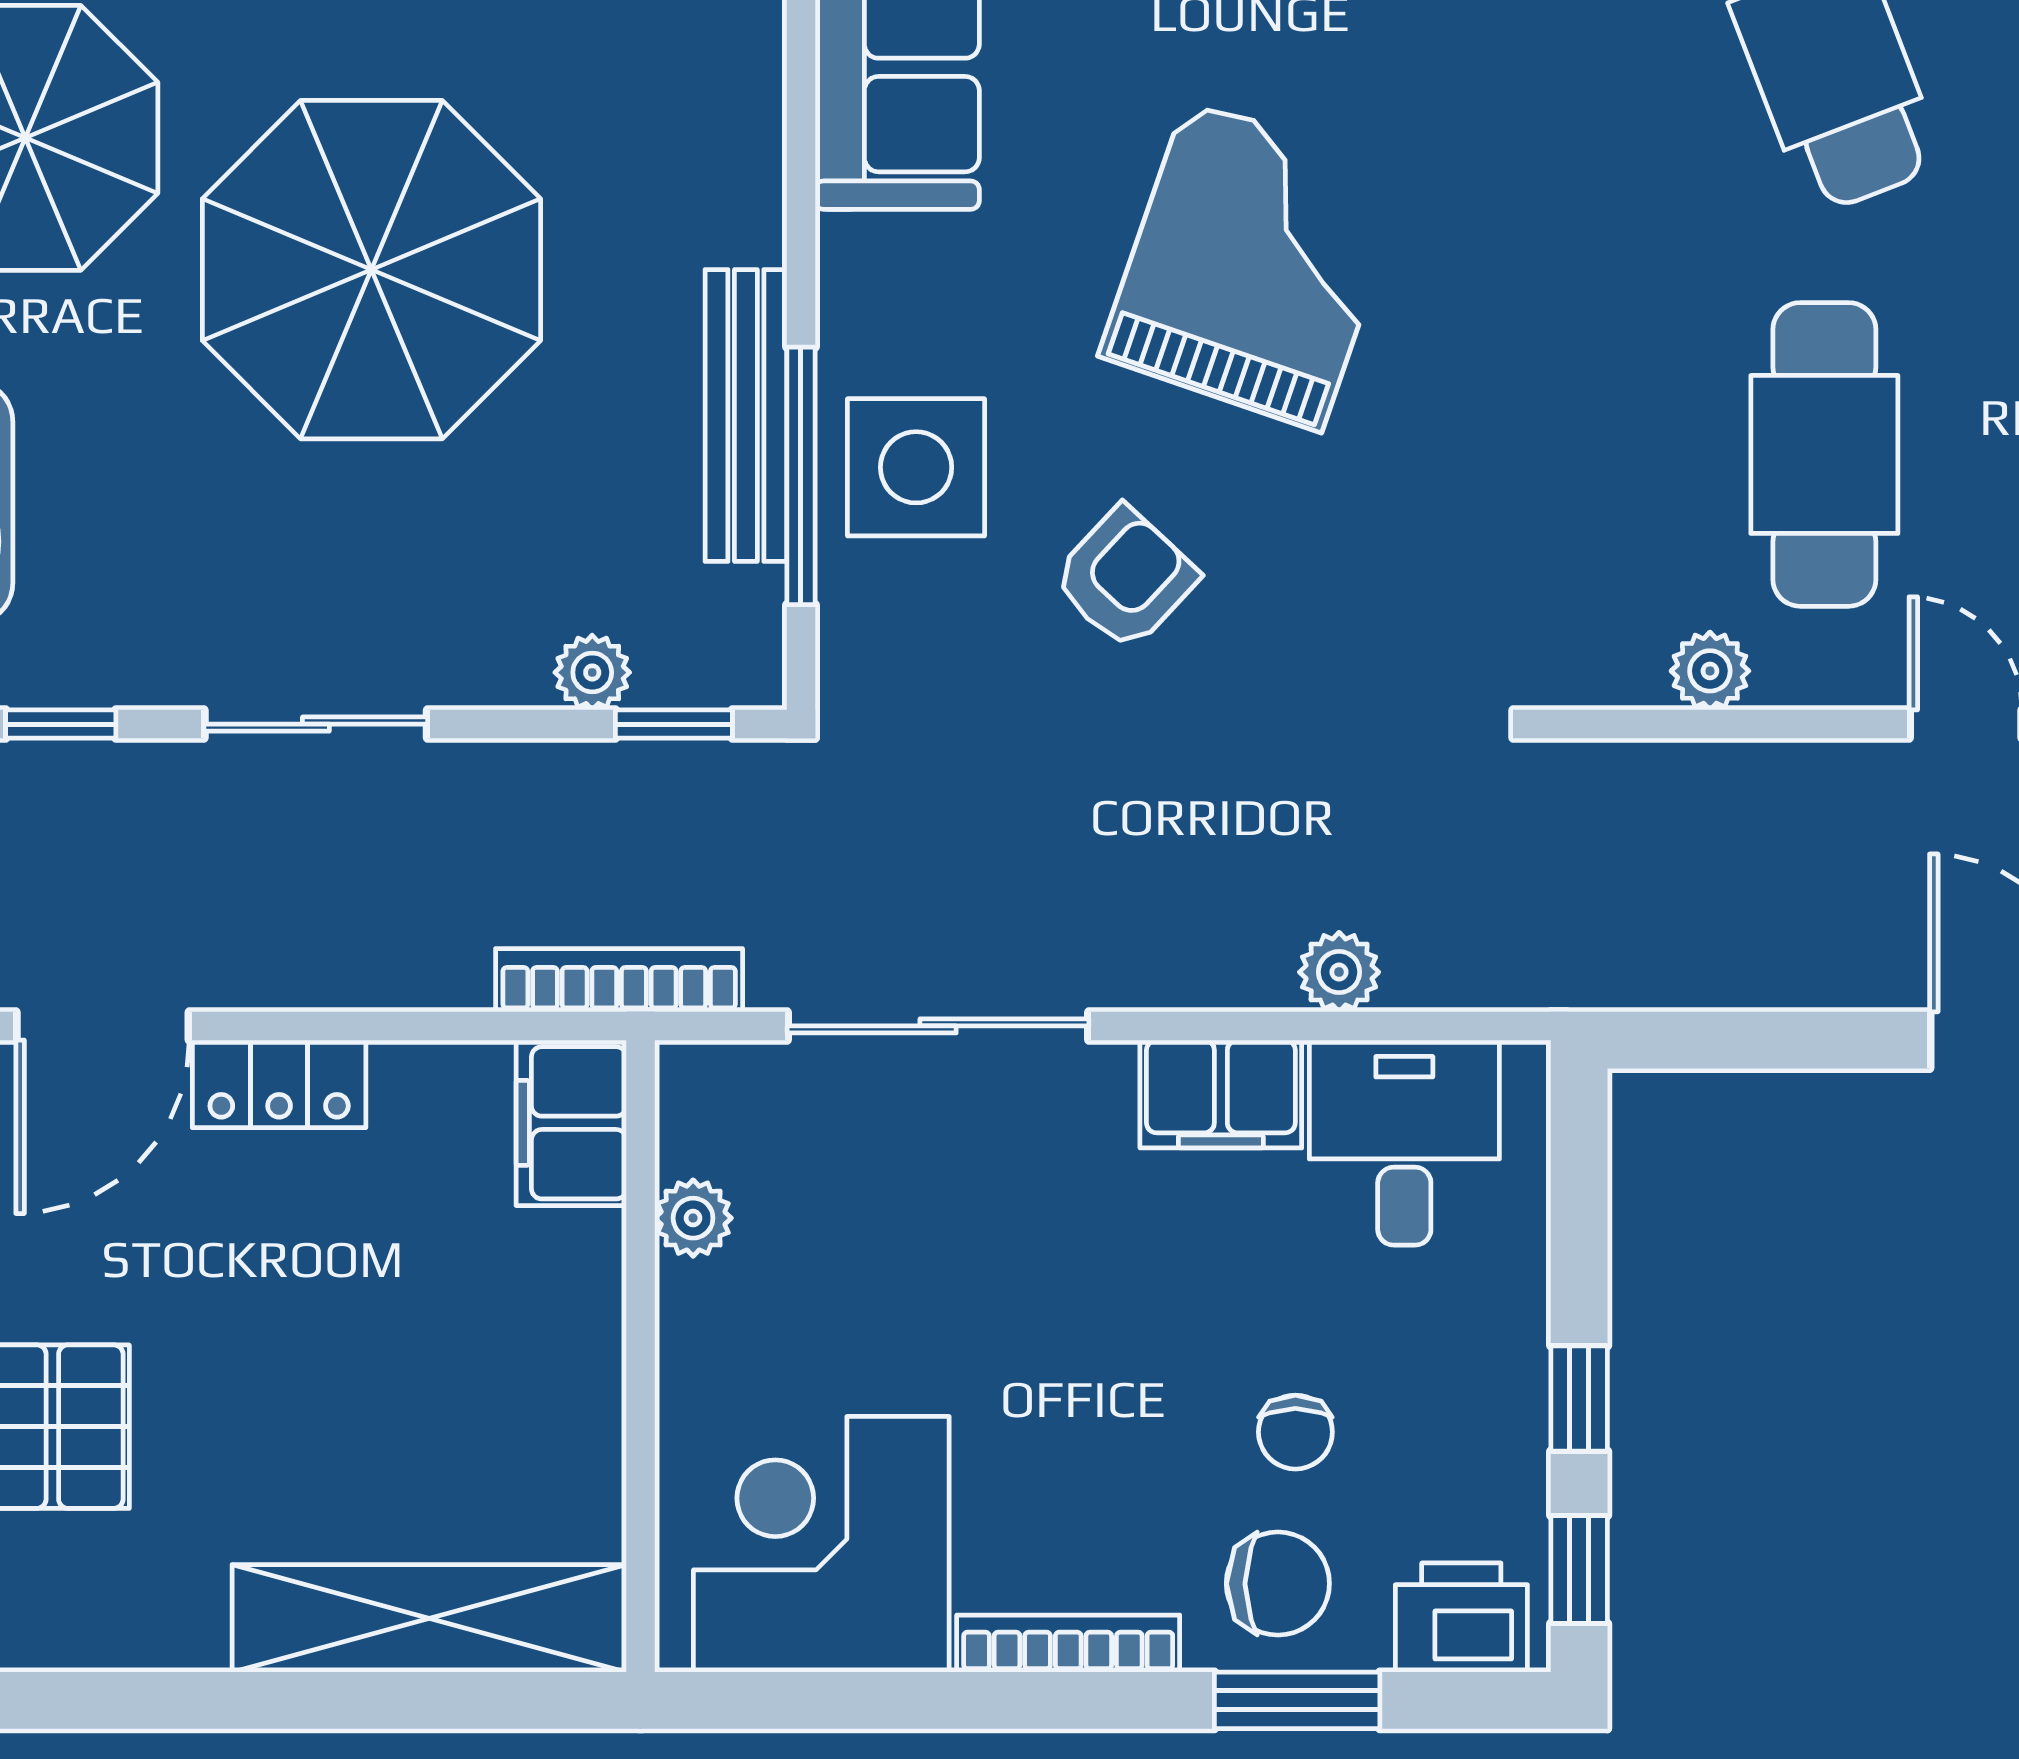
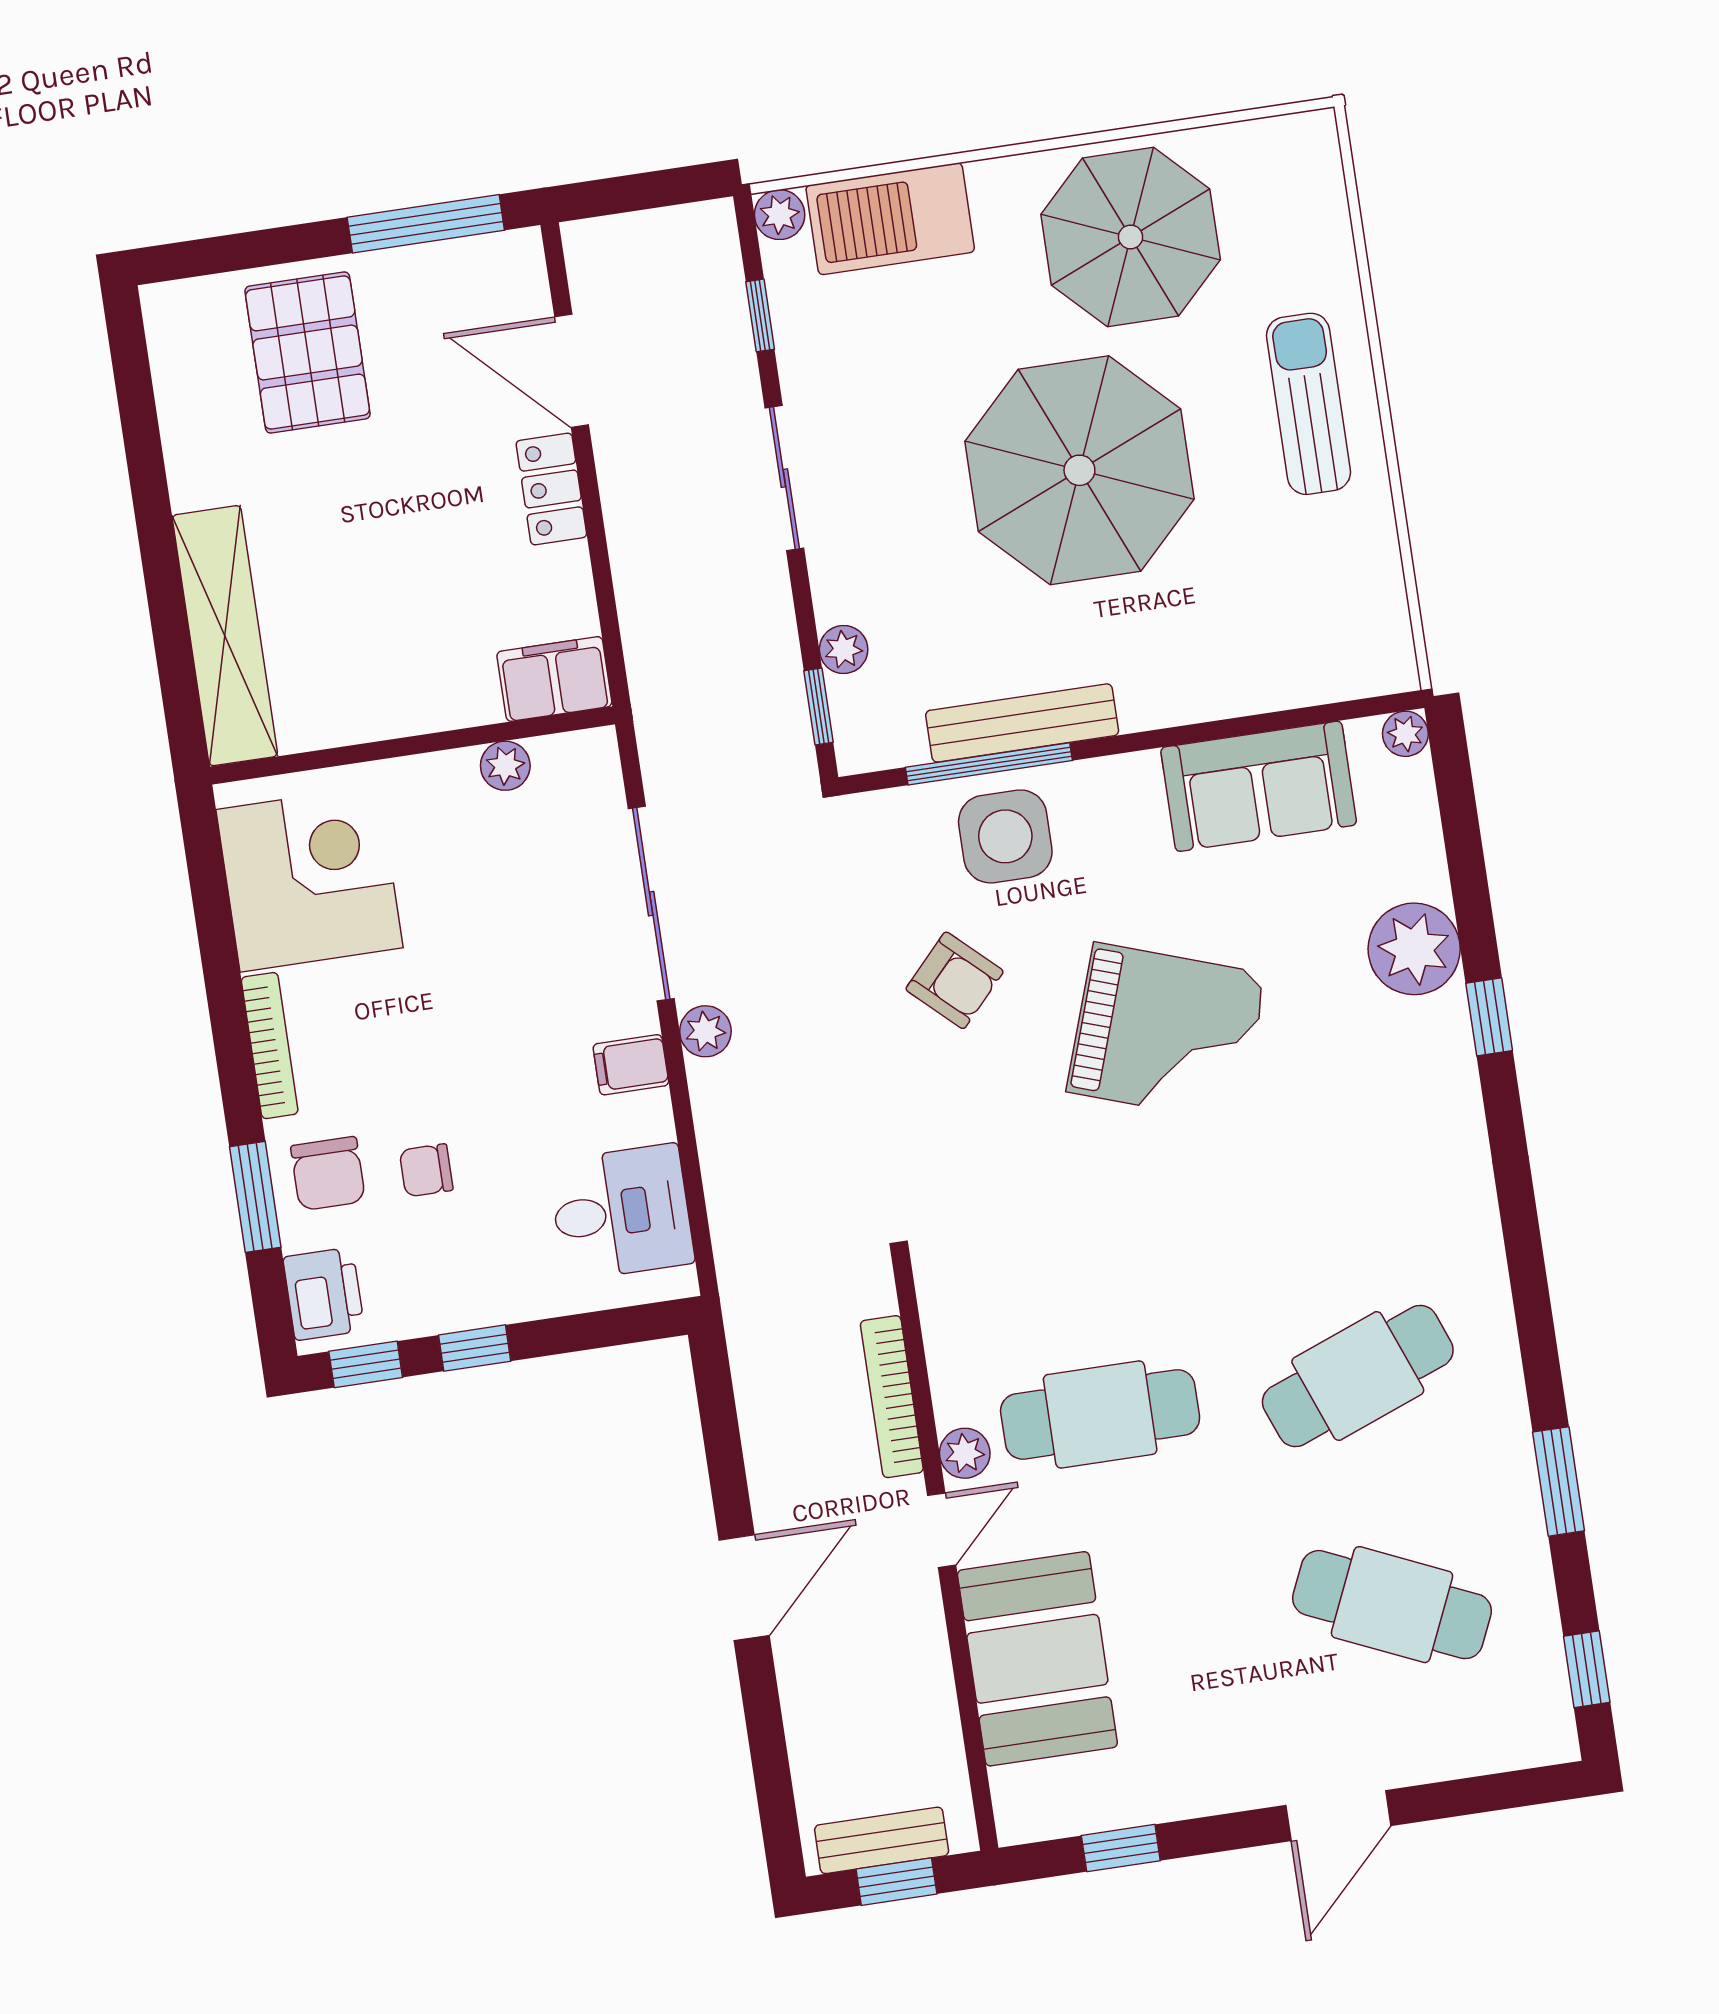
plant: (1710, 671) -> (965, 1453), moved
plant: (1339, 972) -> (705, 1031), moved
bookcase: (619, 980) -> (892, 1397), moved, turned 180
filing cabinet: (1221, 1094) -> (631, 1065), width x0.50

